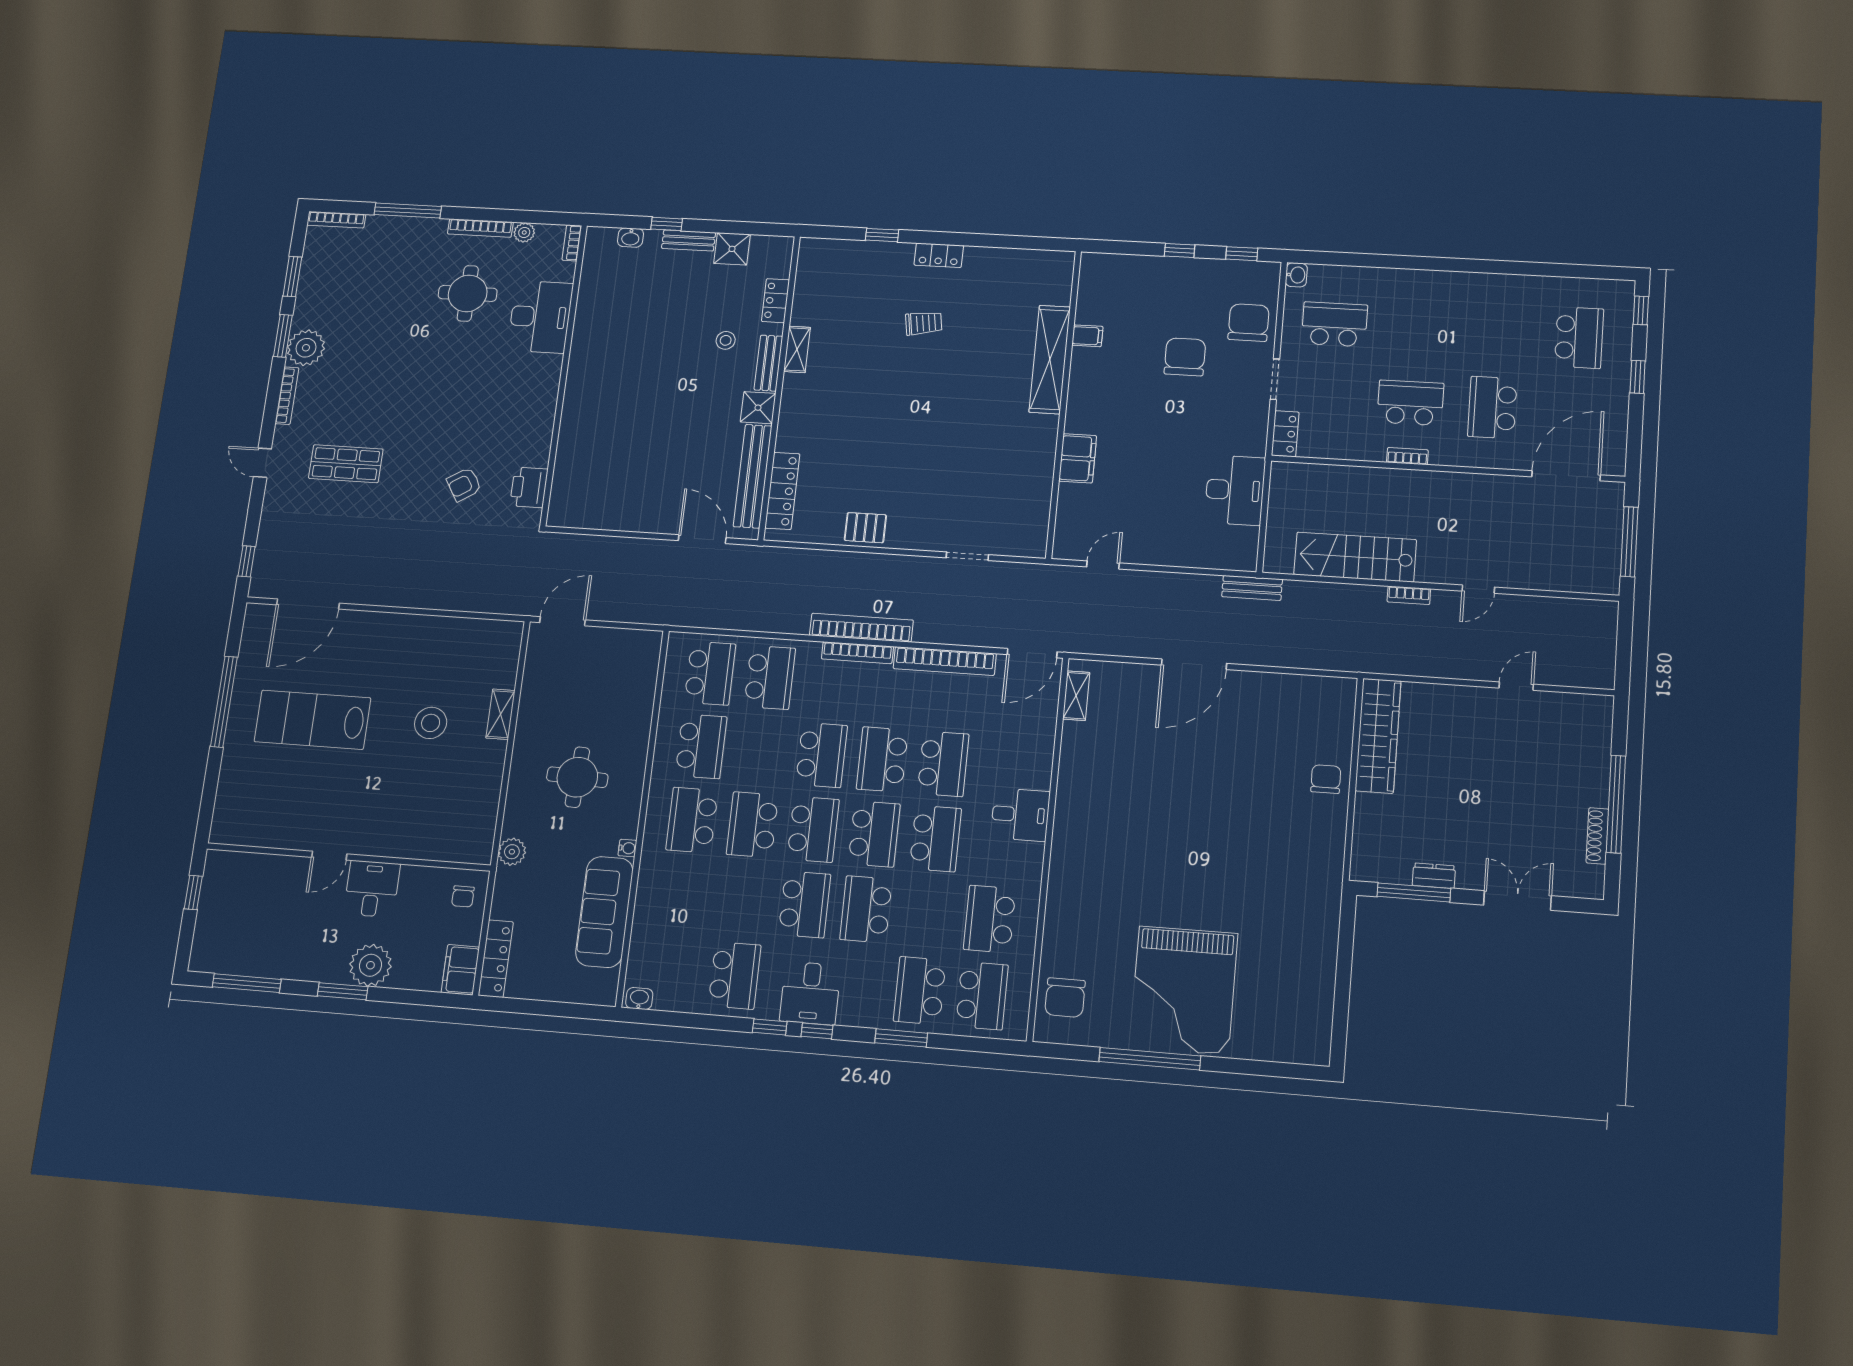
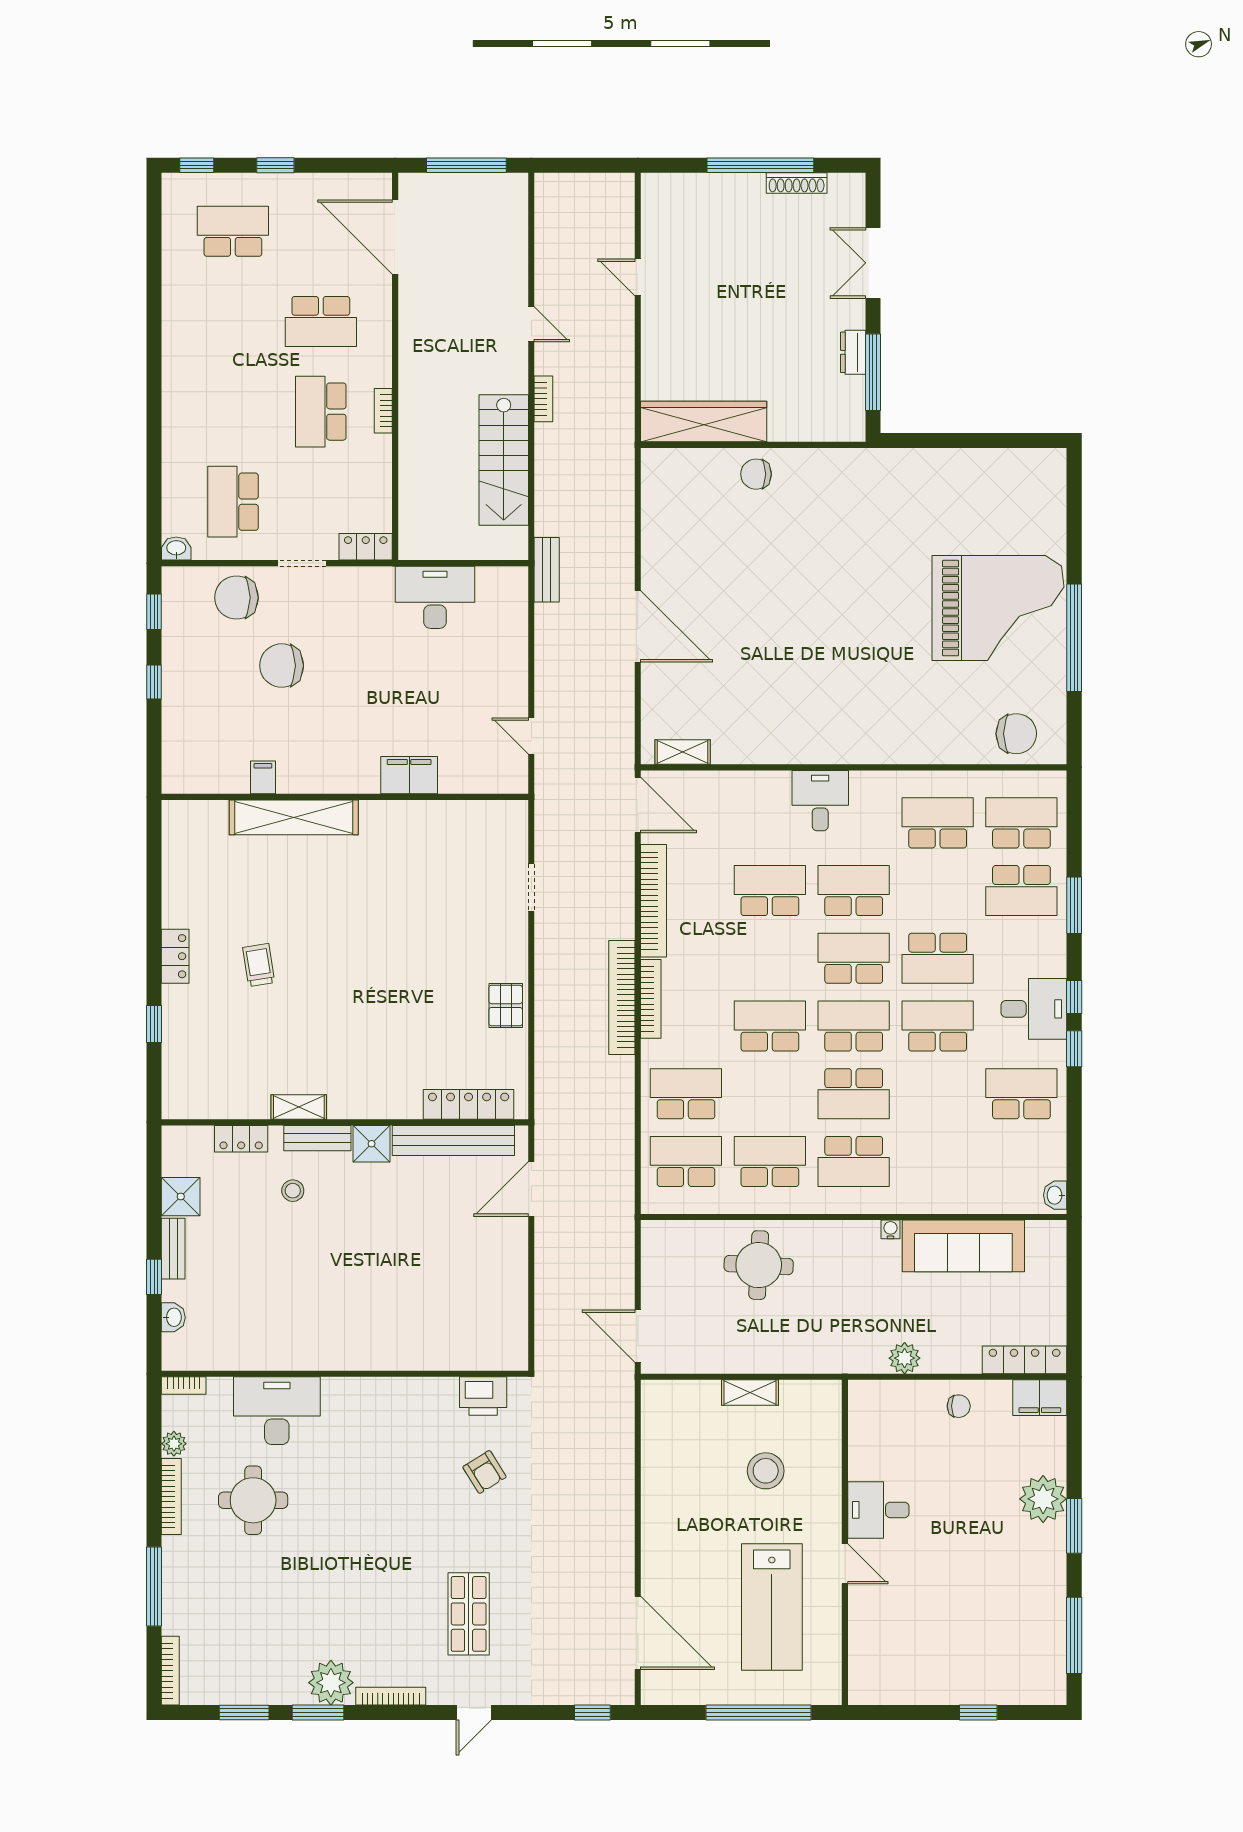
school desk: (882, 759) -> (770, 958), removed
round table: (577, 777) -> (759, 1265), moved
door: (329, 856) -> (845, 1564), moved
wall: (348, 857) -> (845, 1542), moved
desk: (372, 889) -> (878, 1510), moved
school desk: (990, 919) -> (938, 823), turned 180

